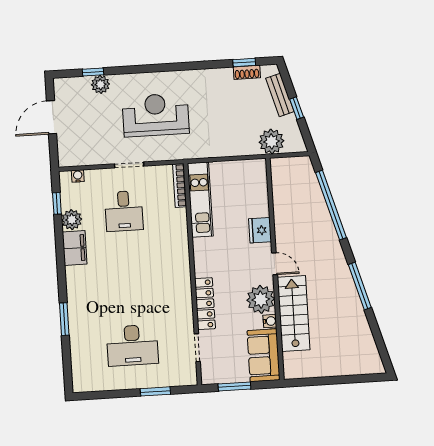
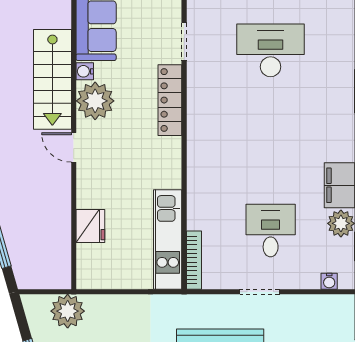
fridge: (260, 230) -> (90, 226), moved

